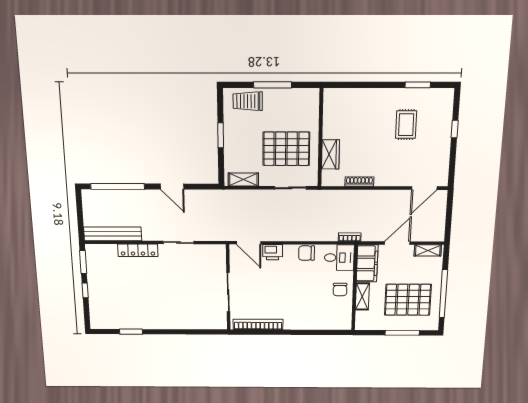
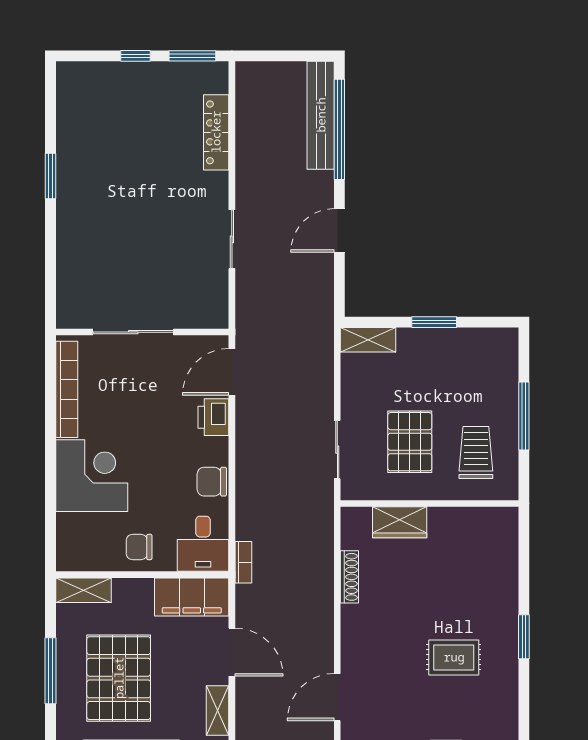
window: (418, 85) -> (524, 637), moved
trolley: (248, 101) -> (476, 453), moved
pallet: (286, 149) -> (410, 442), width x0.73, depth x0.71
shelving: (243, 179) -> (368, 340), moved, turned 90
door: (424, 188) -> (337, 697), hinge flipped
bench: (113, 234) -> (321, 115), moved
locker: (138, 250) -> (216, 132), moved
chair: (307, 253) -> (212, 482), turned -90
shelving: (362, 297) -> (83, 590), moved
corner desk: (302, 312) -> (92, 476), added
window: (131, 332) -> (50, 176), moved

